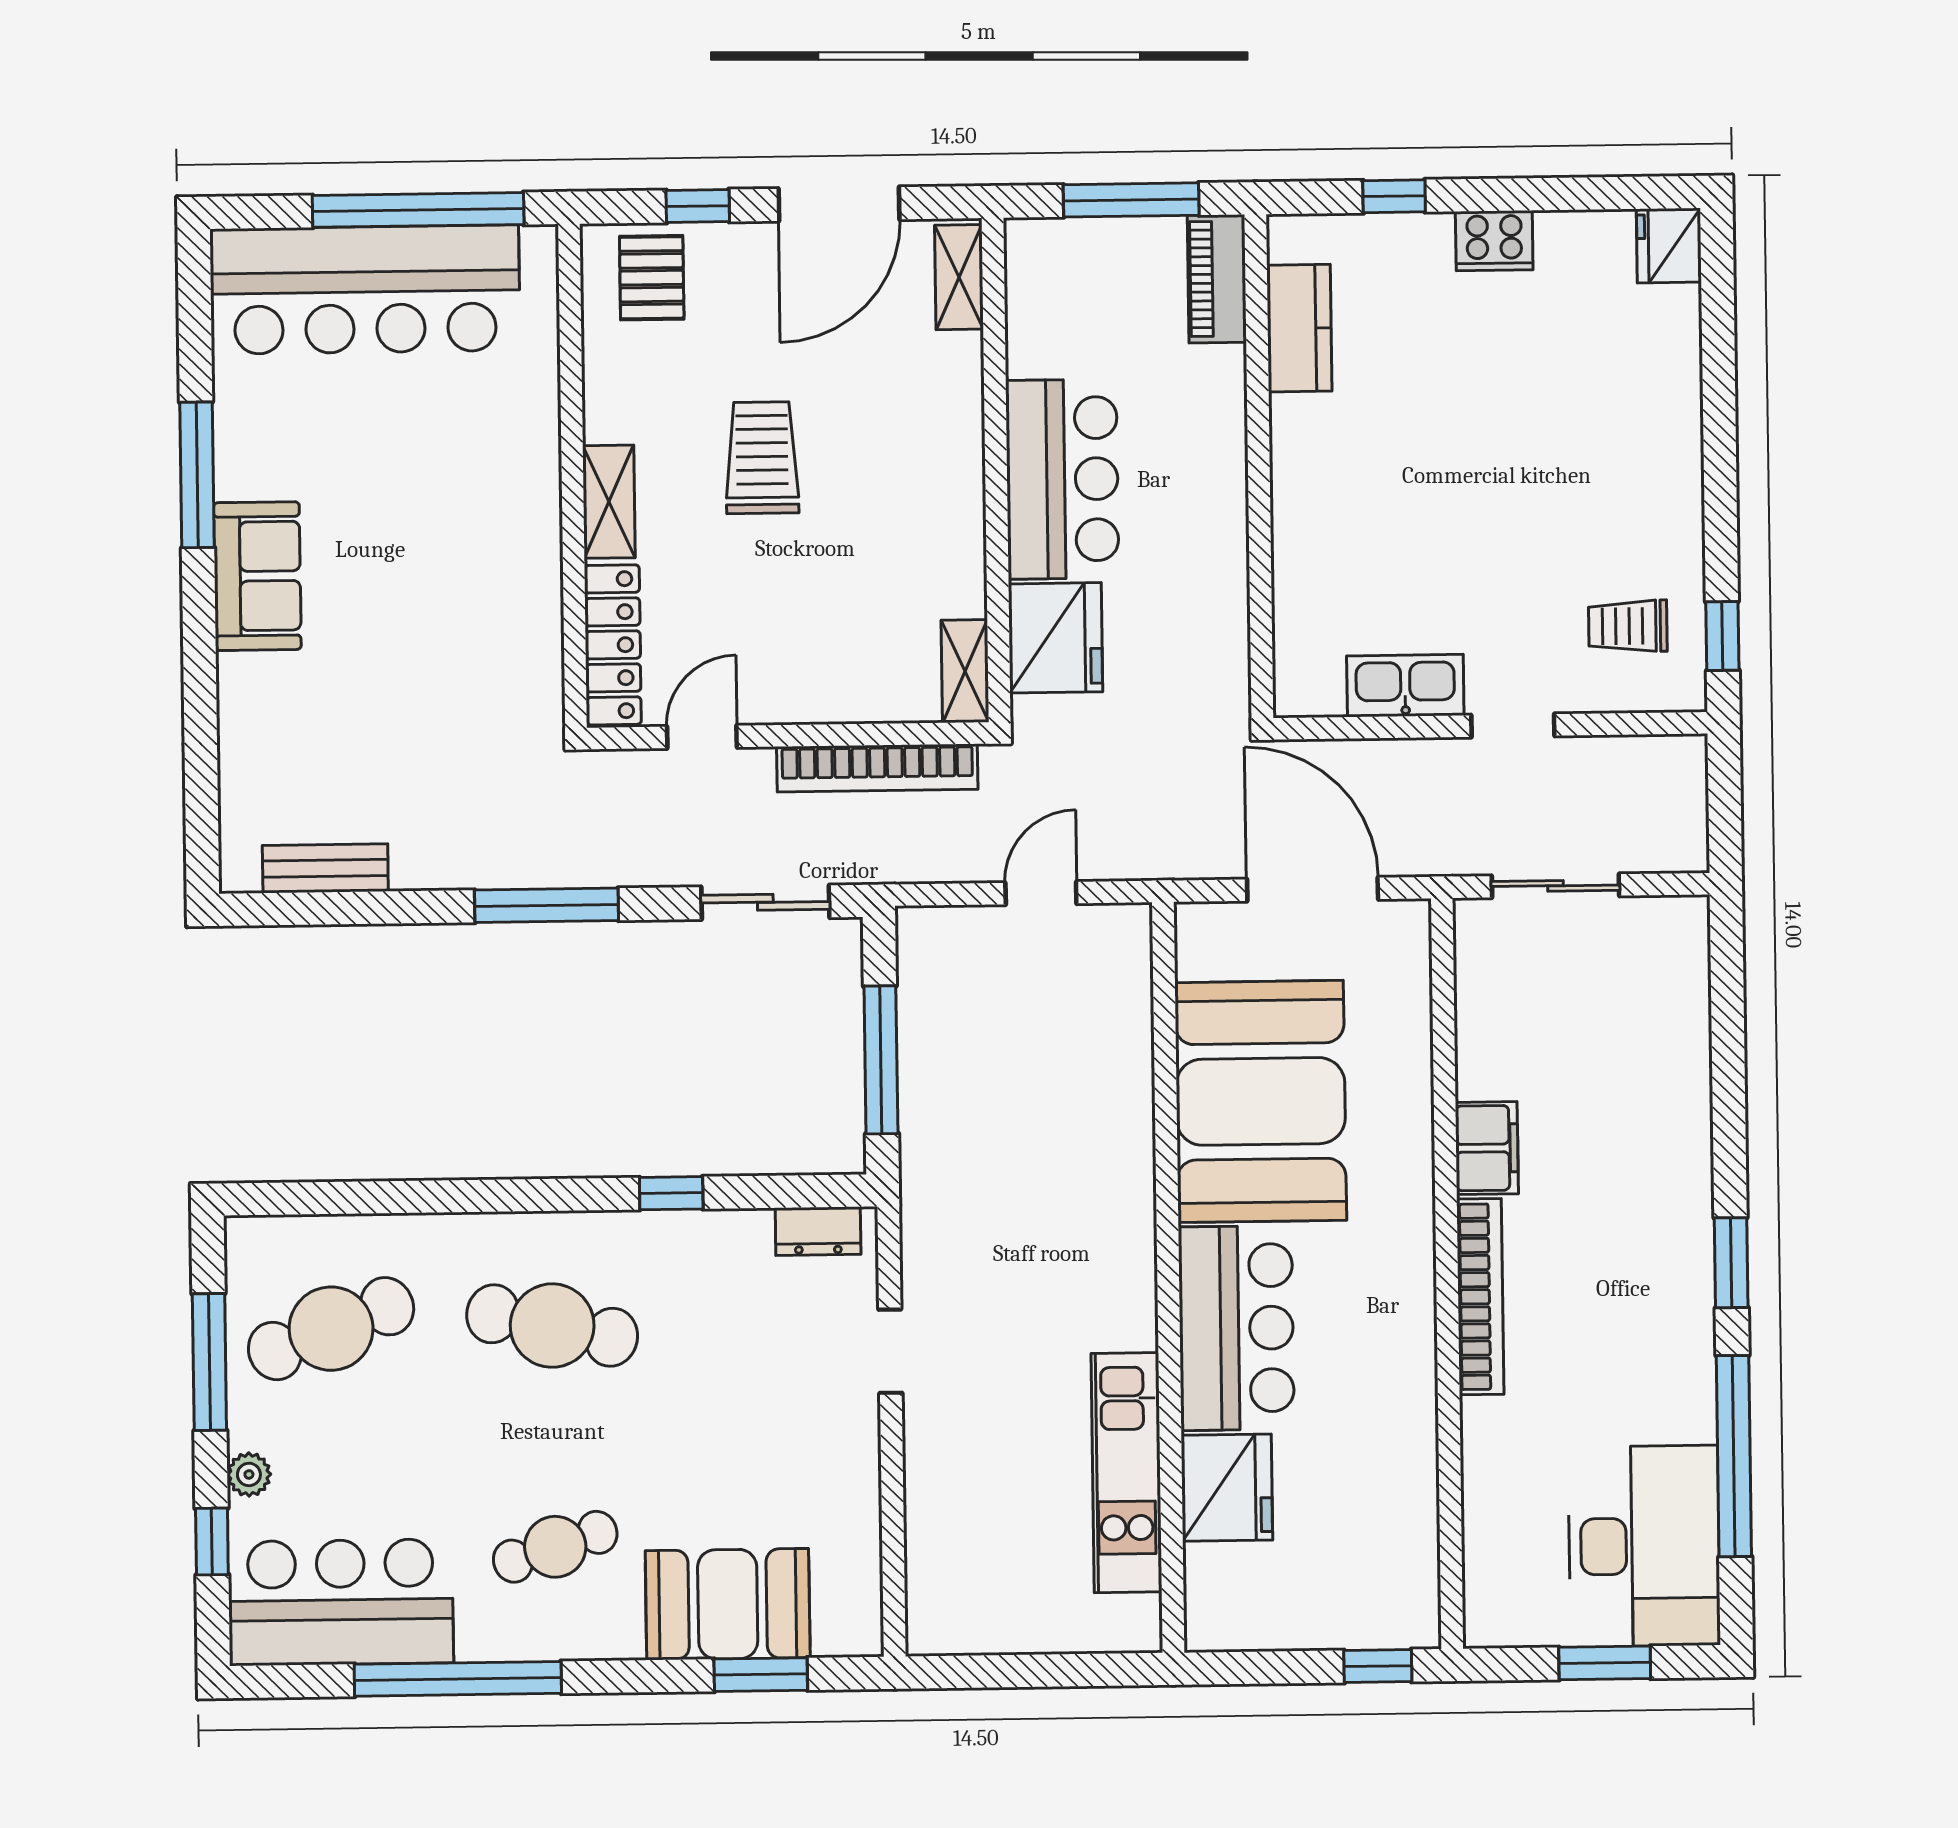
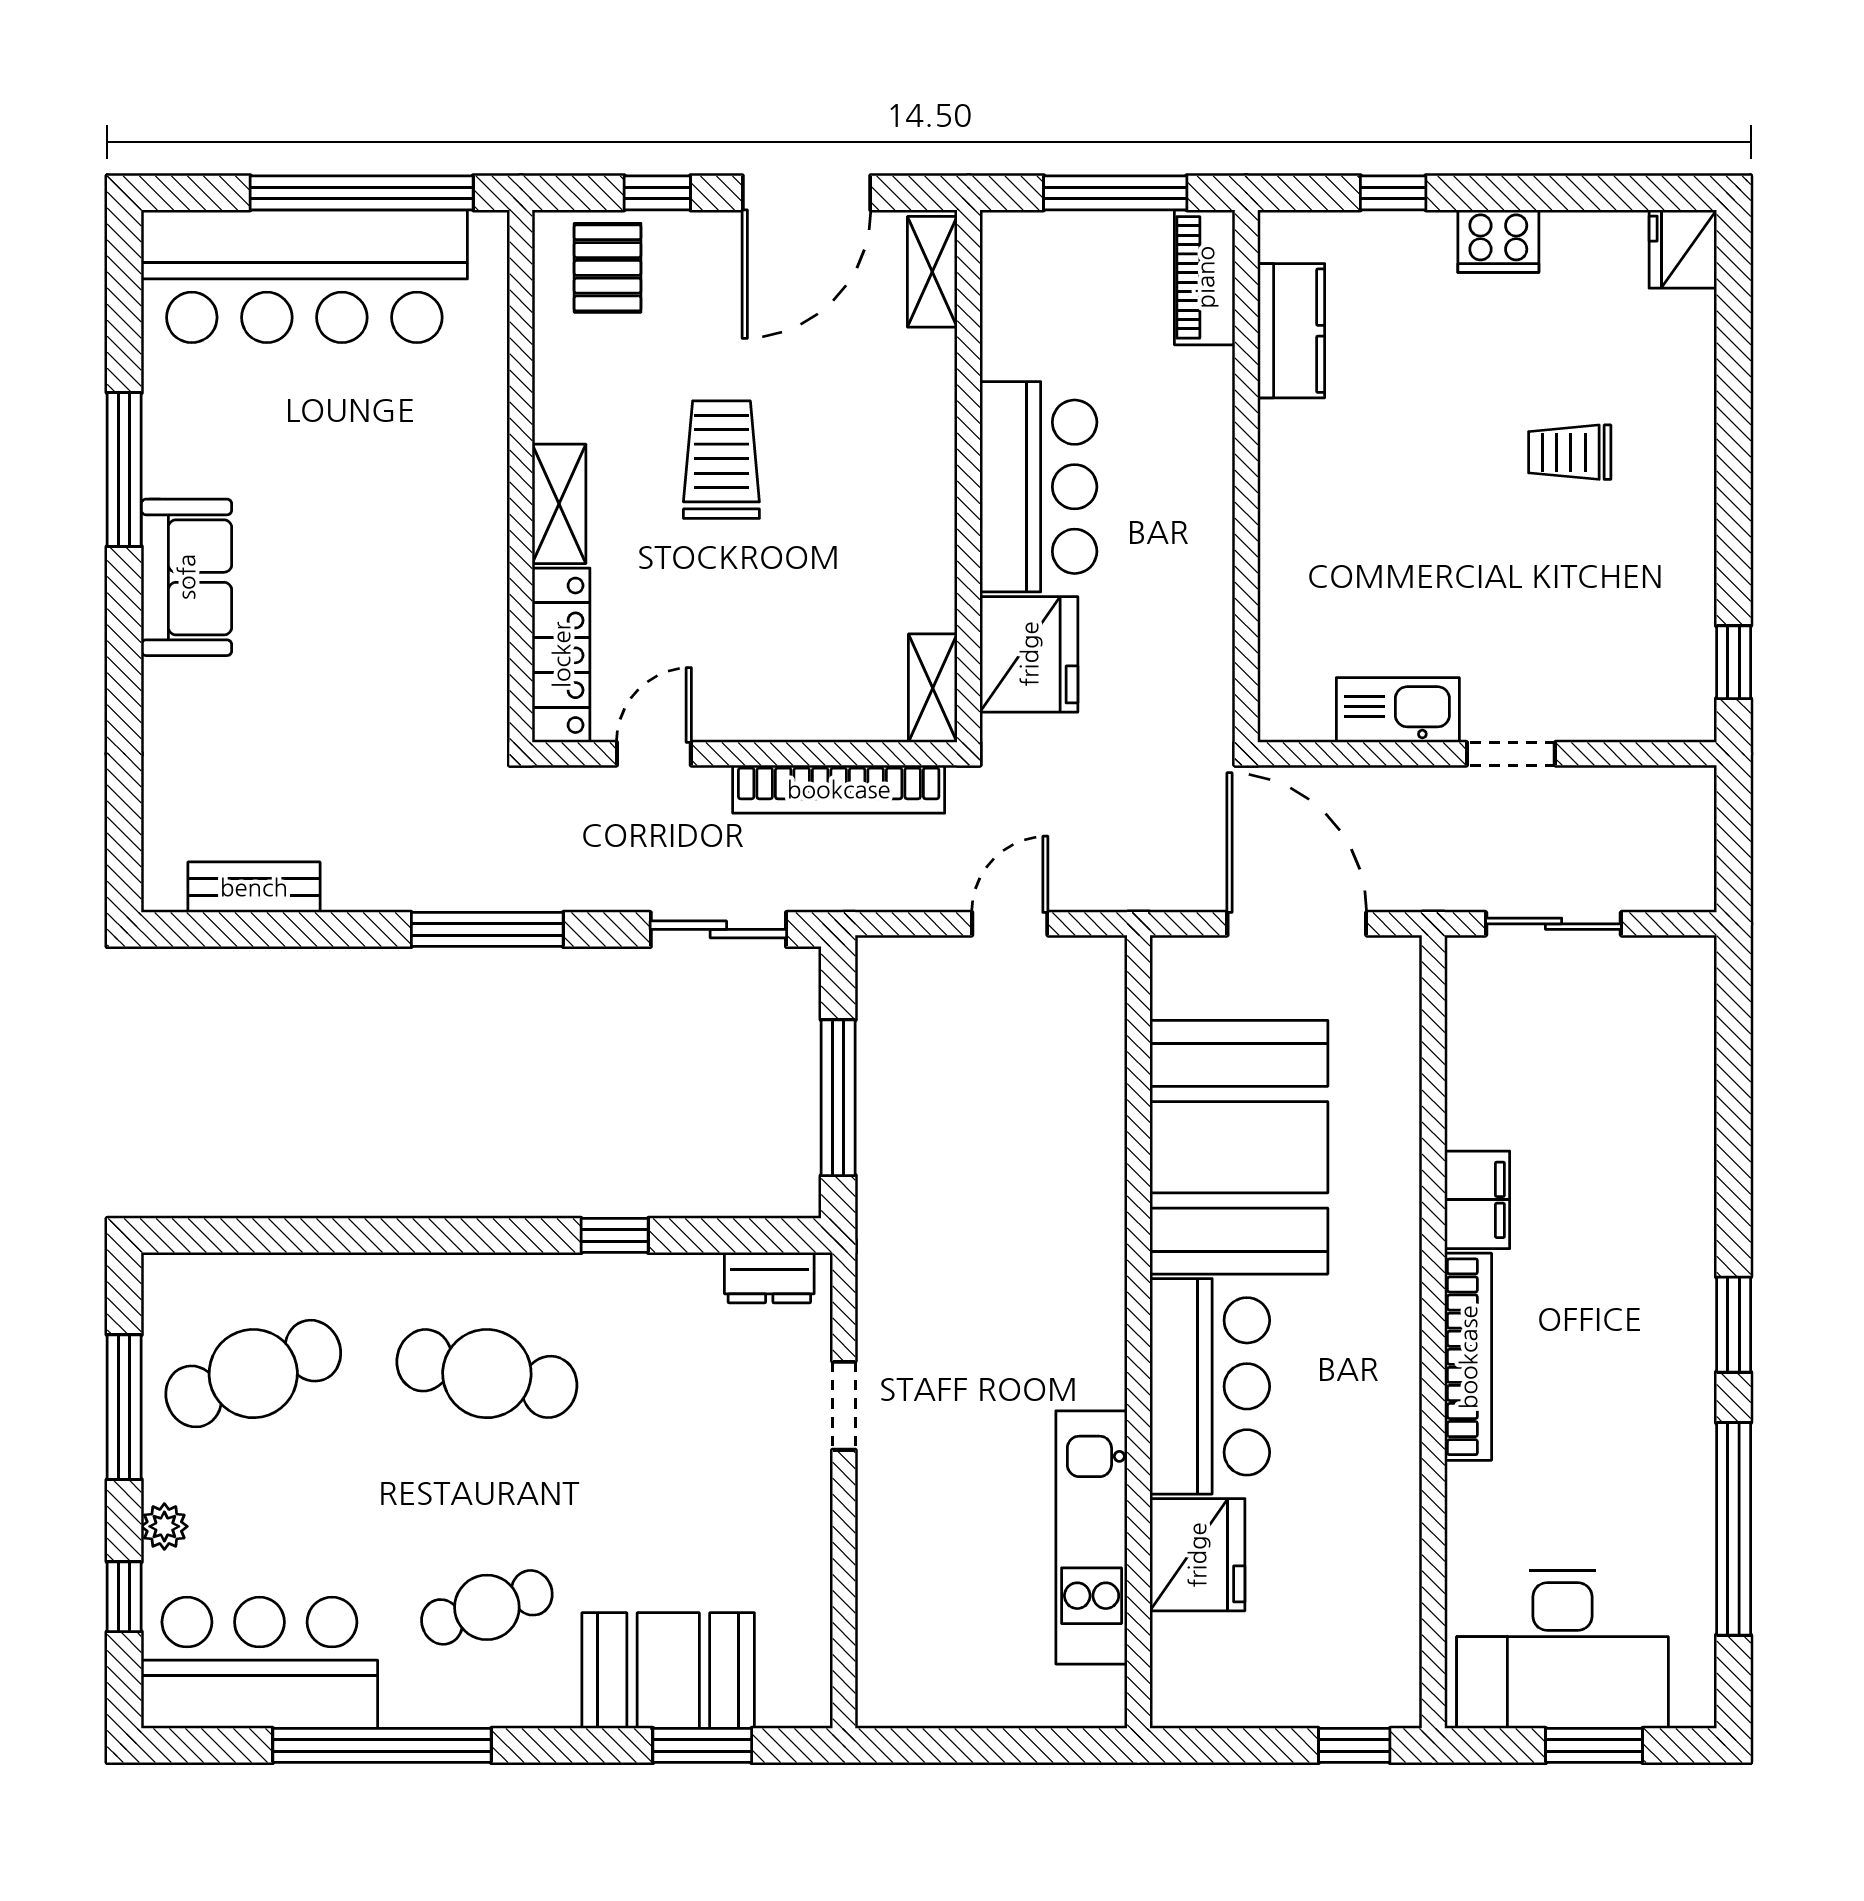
trolley: (1628, 626) -> (1570, 452), moved
desk: (1644, 1546) -> (1562, 1649), moved, turned 90

